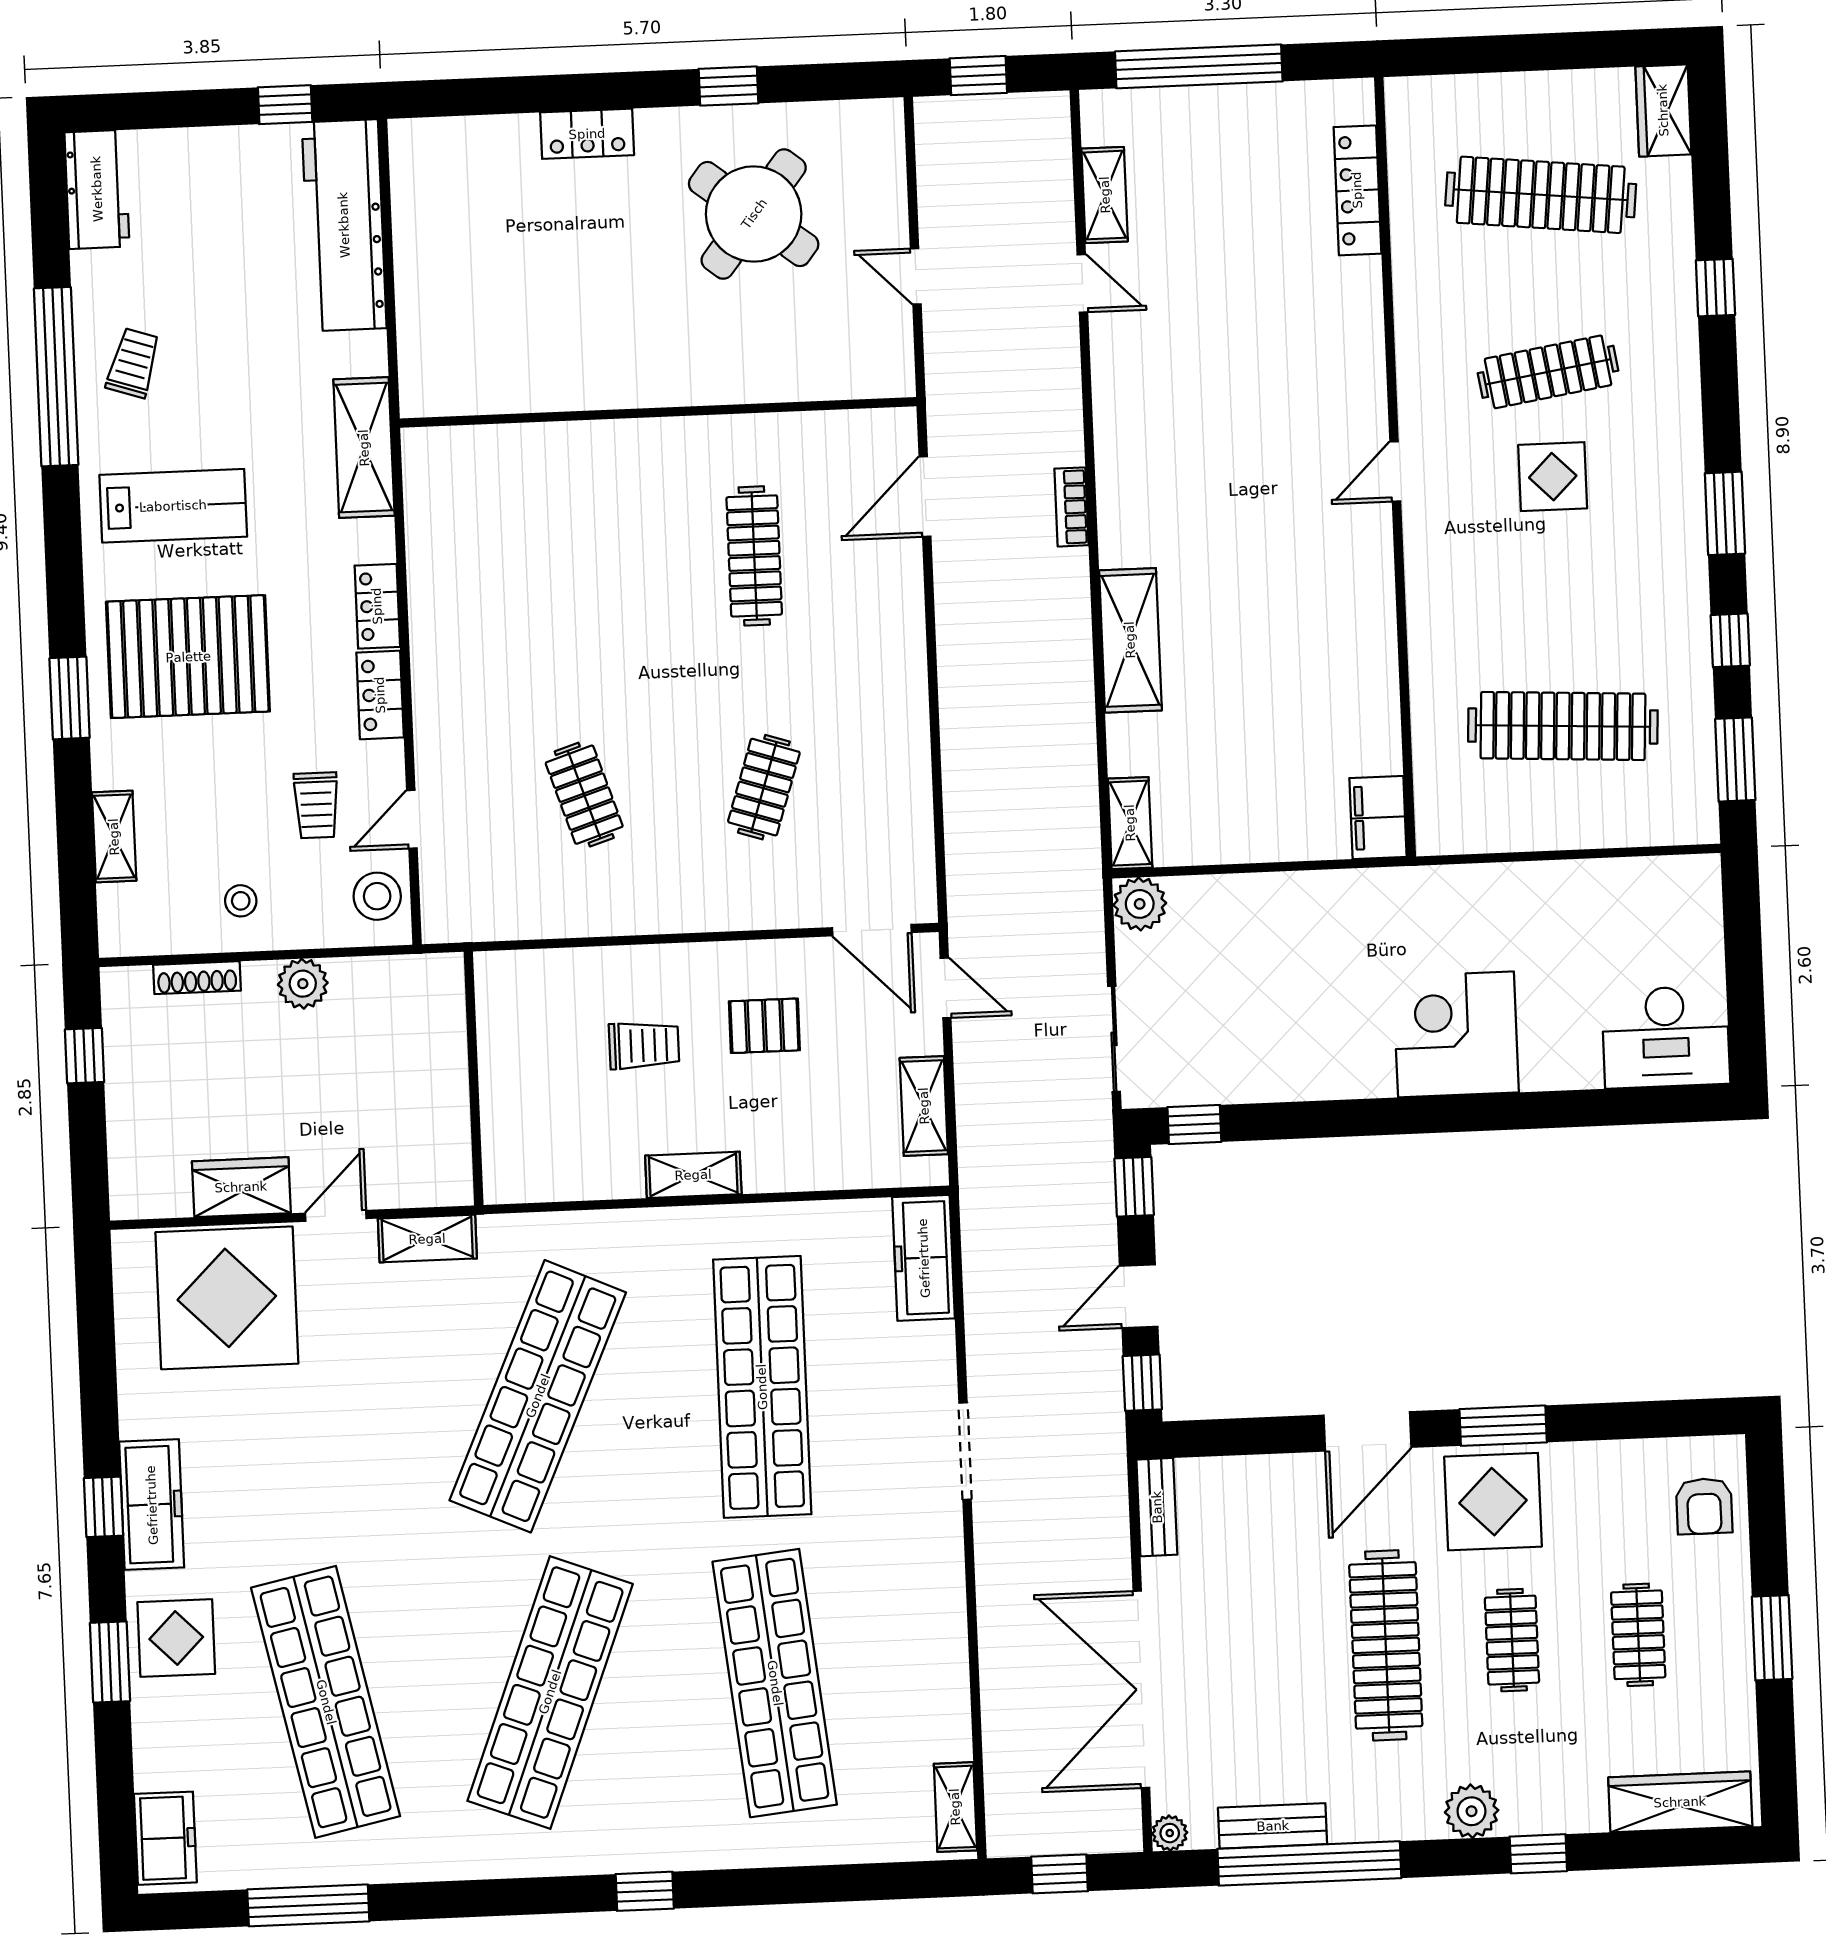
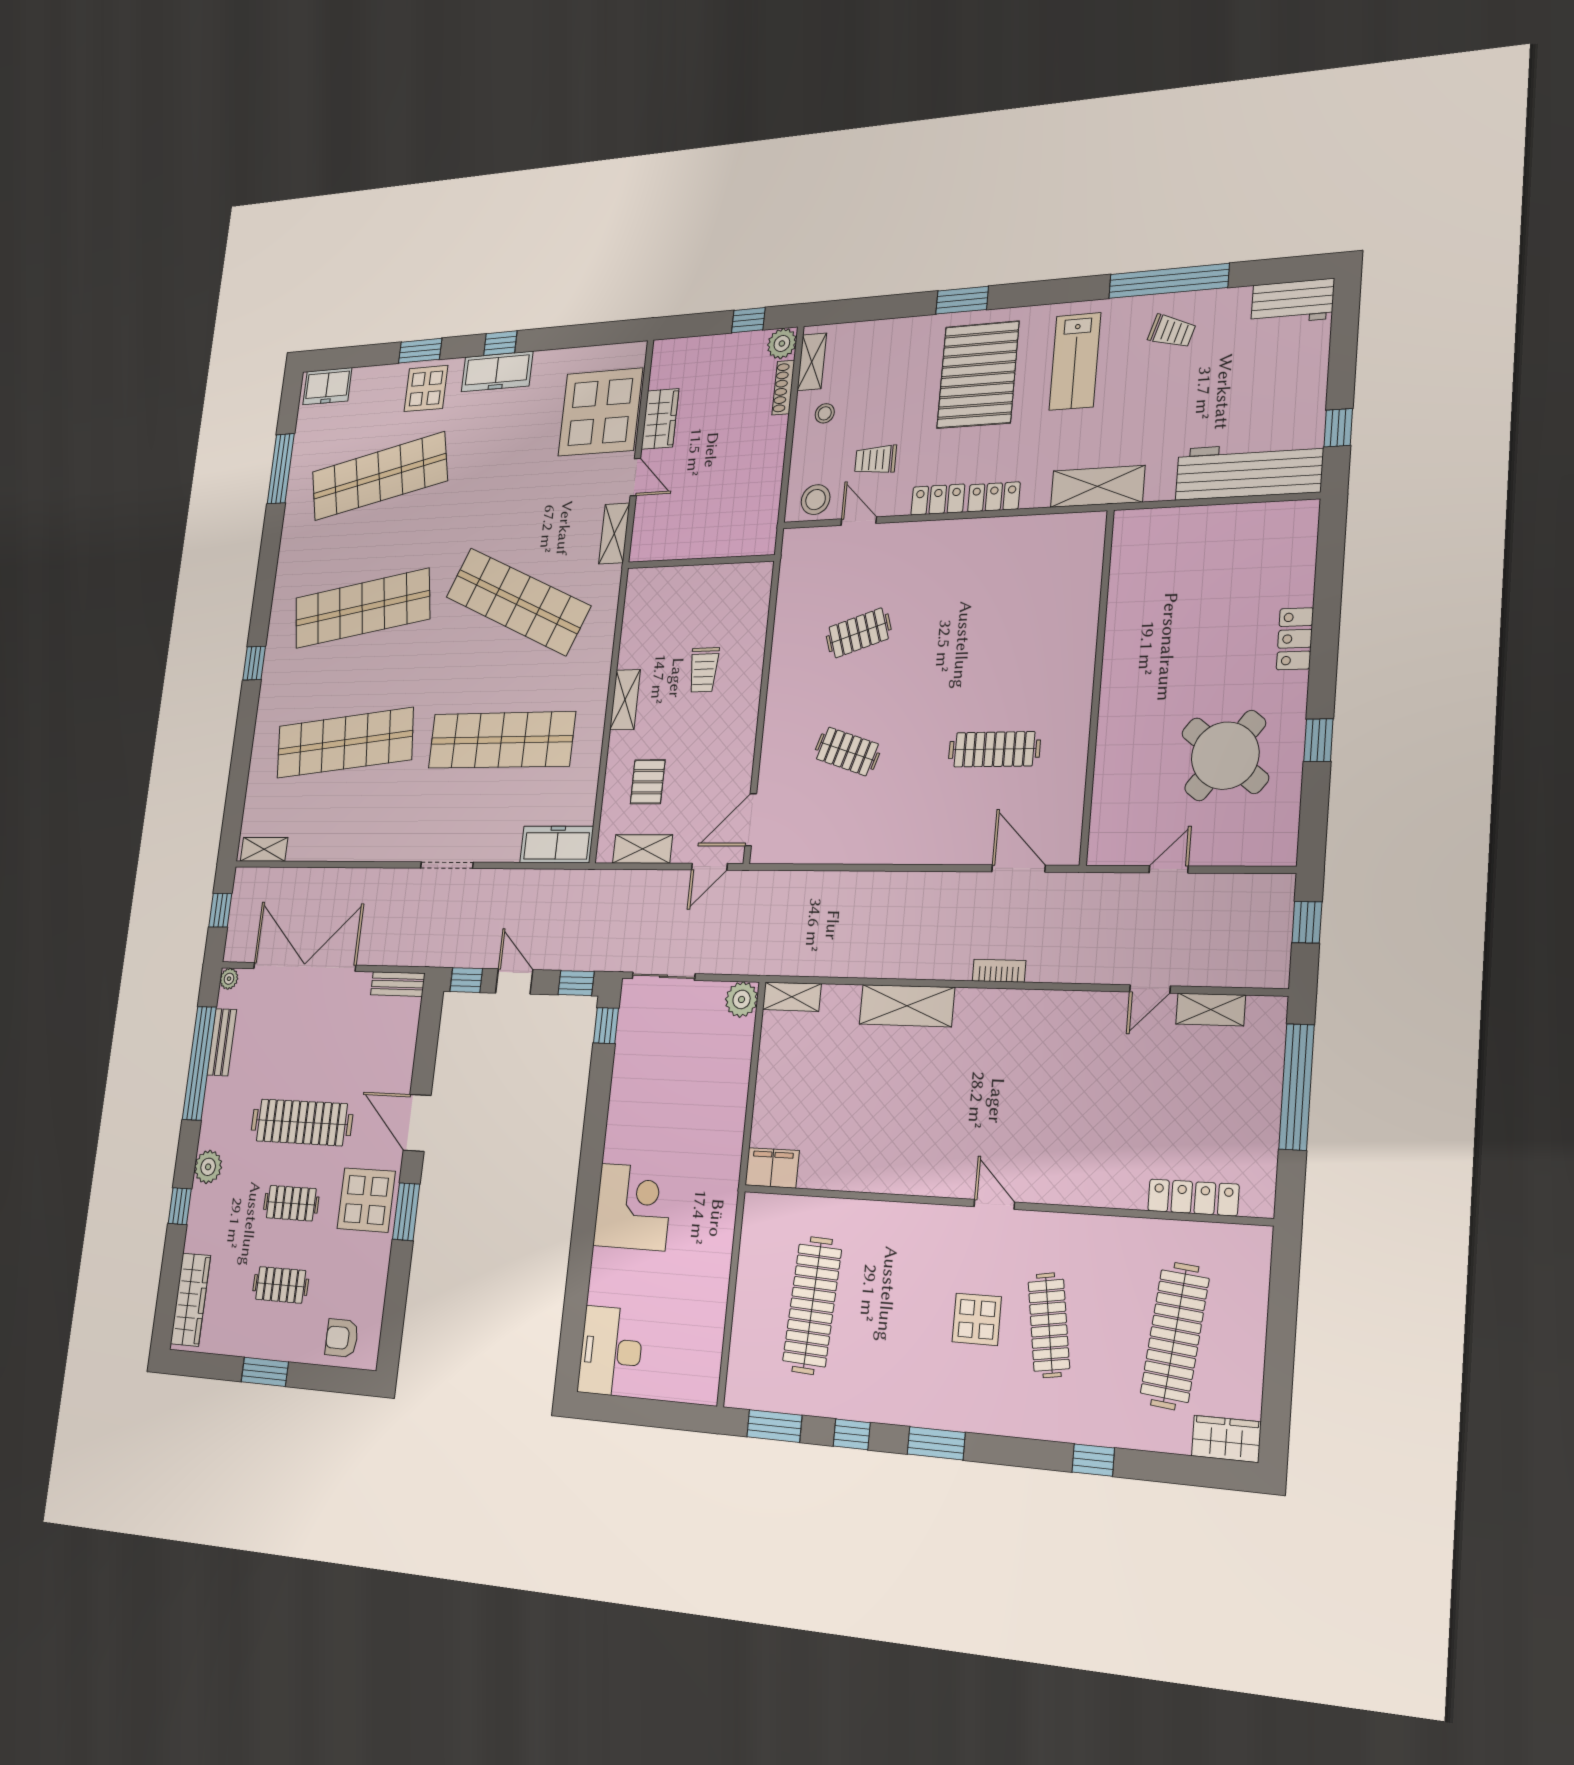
shelving: (114, 837) -> (812, 362), moved, turned 90
plant: (303, 984) -> (782, 344), moved
pallet: (764, 1026) -> (648, 782), moved
shop shelf: (550, 1692) -> (362, 608), turned -30

